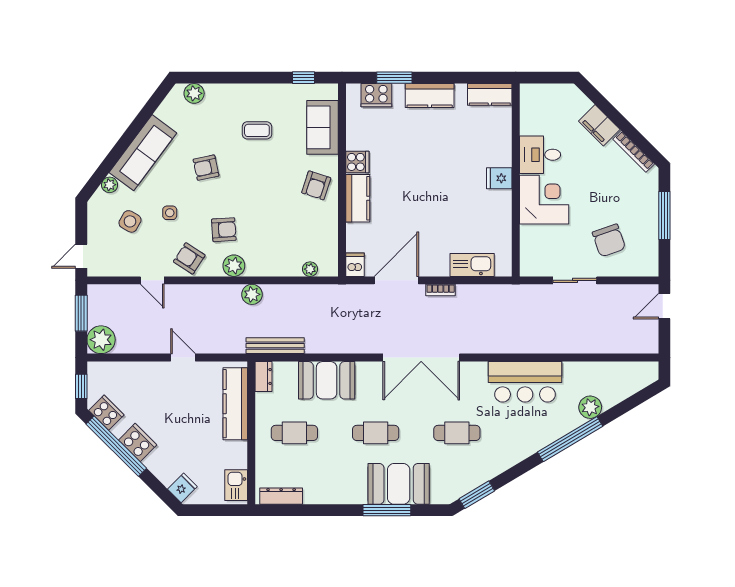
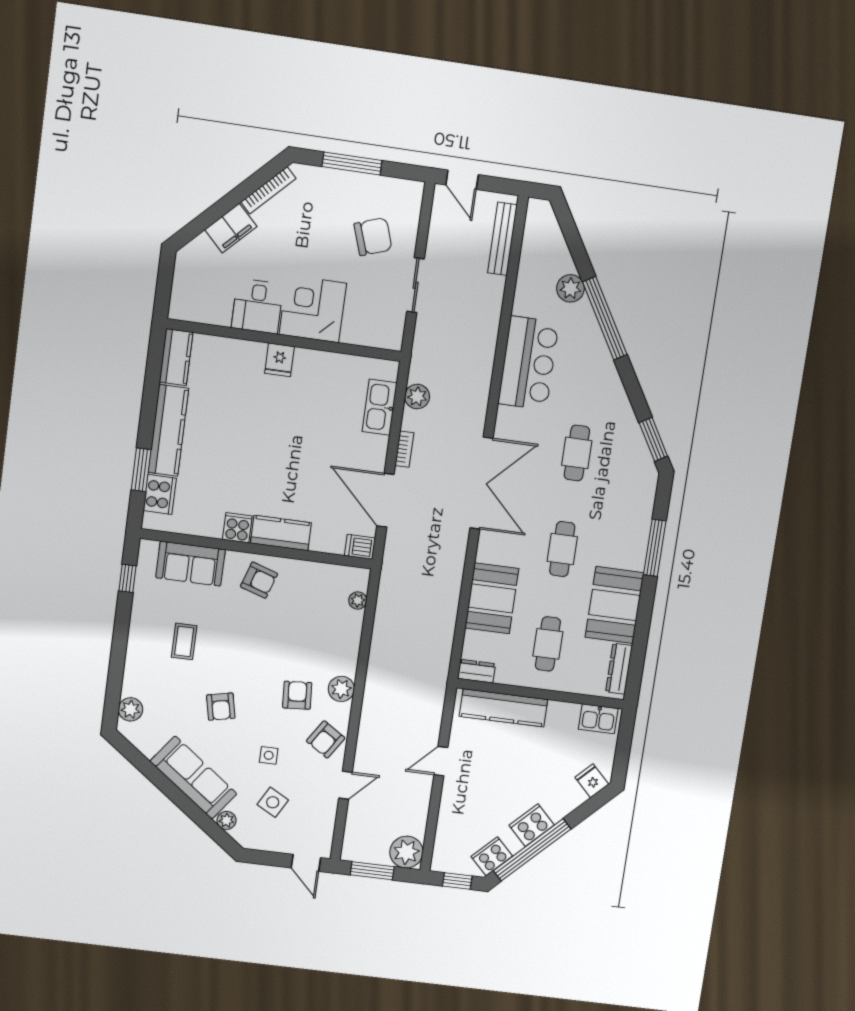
kitchen counter: (430, 96) -> (168, 430), width x1.50
plant: (252, 294) -> (417, 397), moved
bench: (275, 346) -> (502, 239), moved
booth: (399, 484) -> (614, 605), moved

